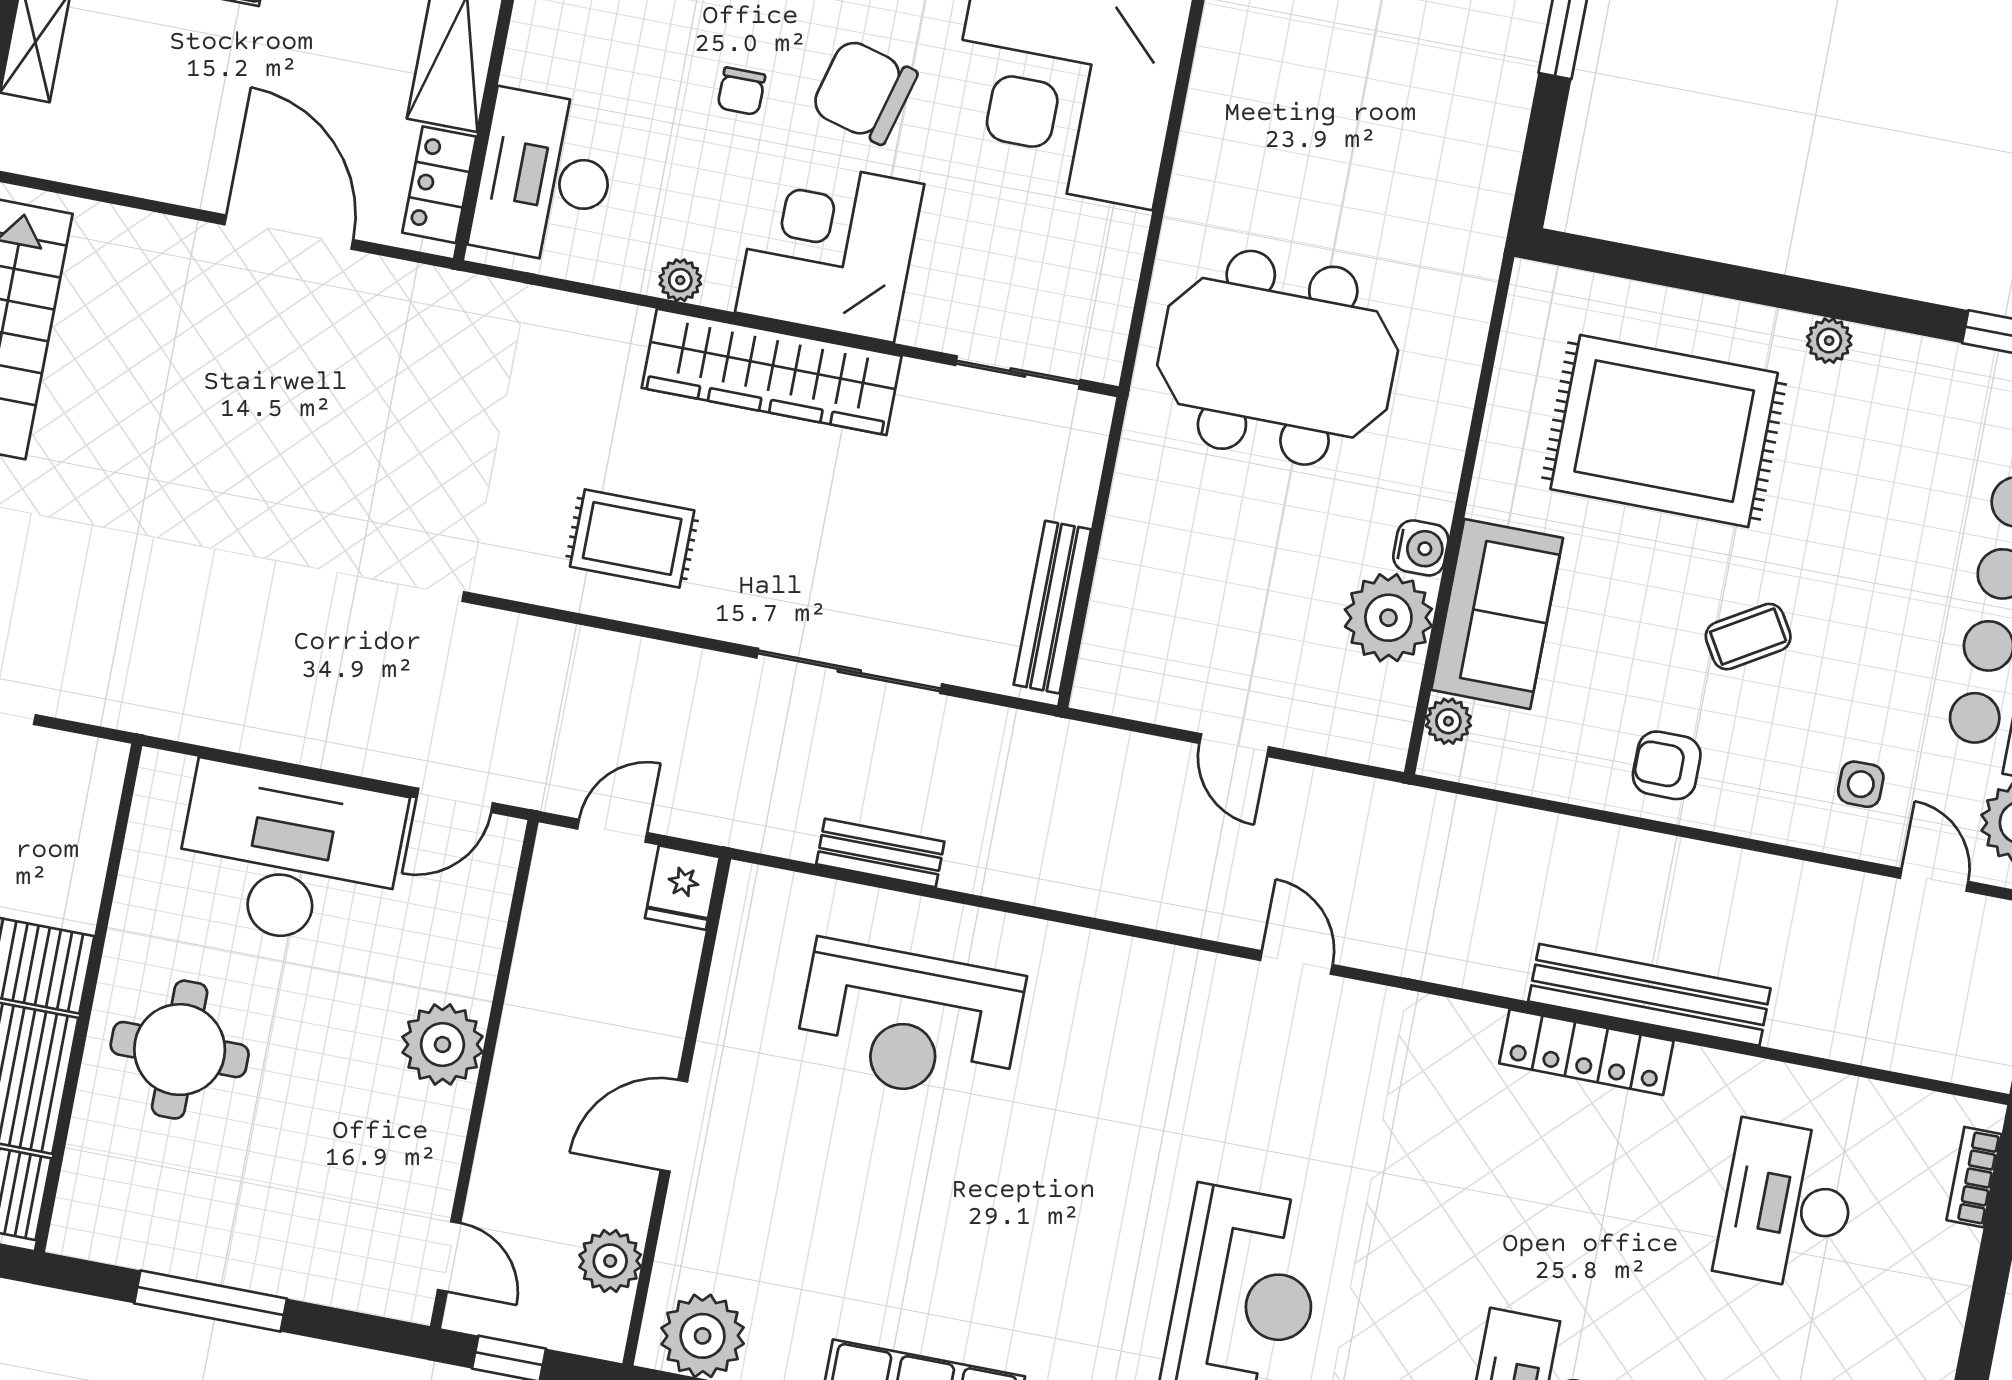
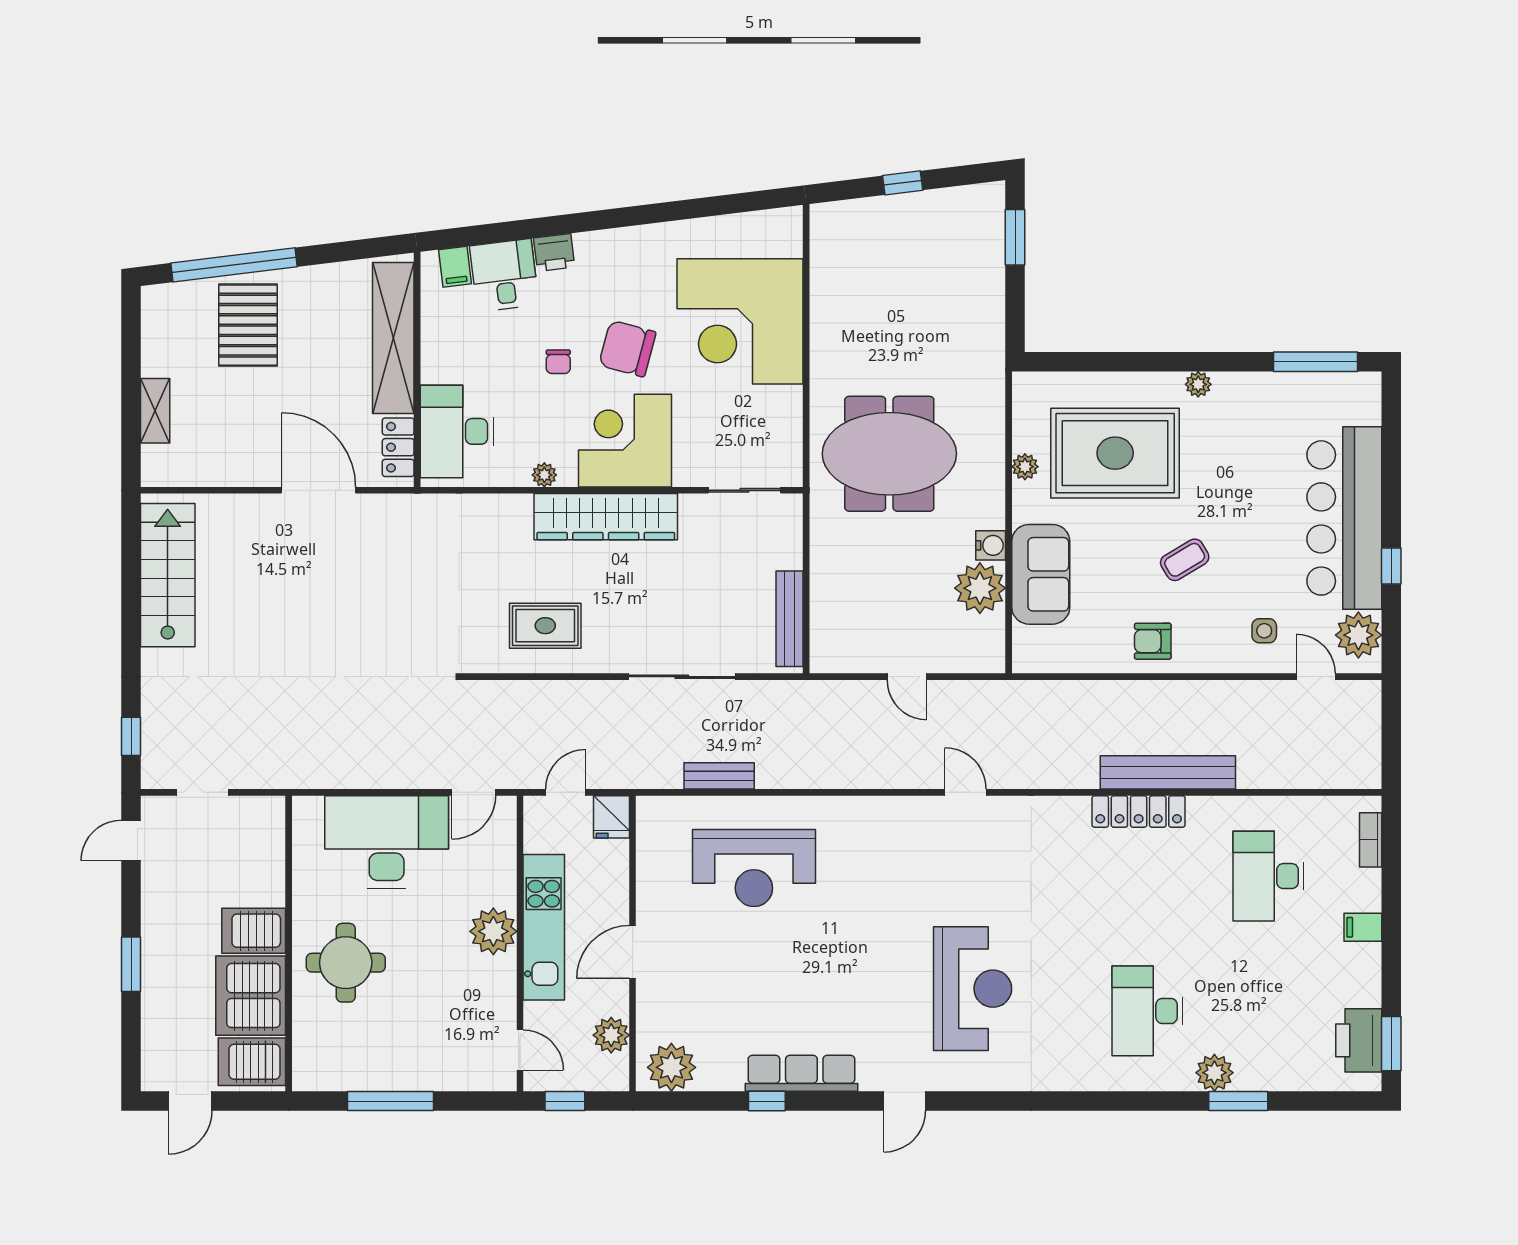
plant: (1448, 721) -> (1025, 467), moved
kitchen unit: (530, 1054) -> (544, 927), added
filing cabinet: (1932, 1324) -> (1363, 927), added

